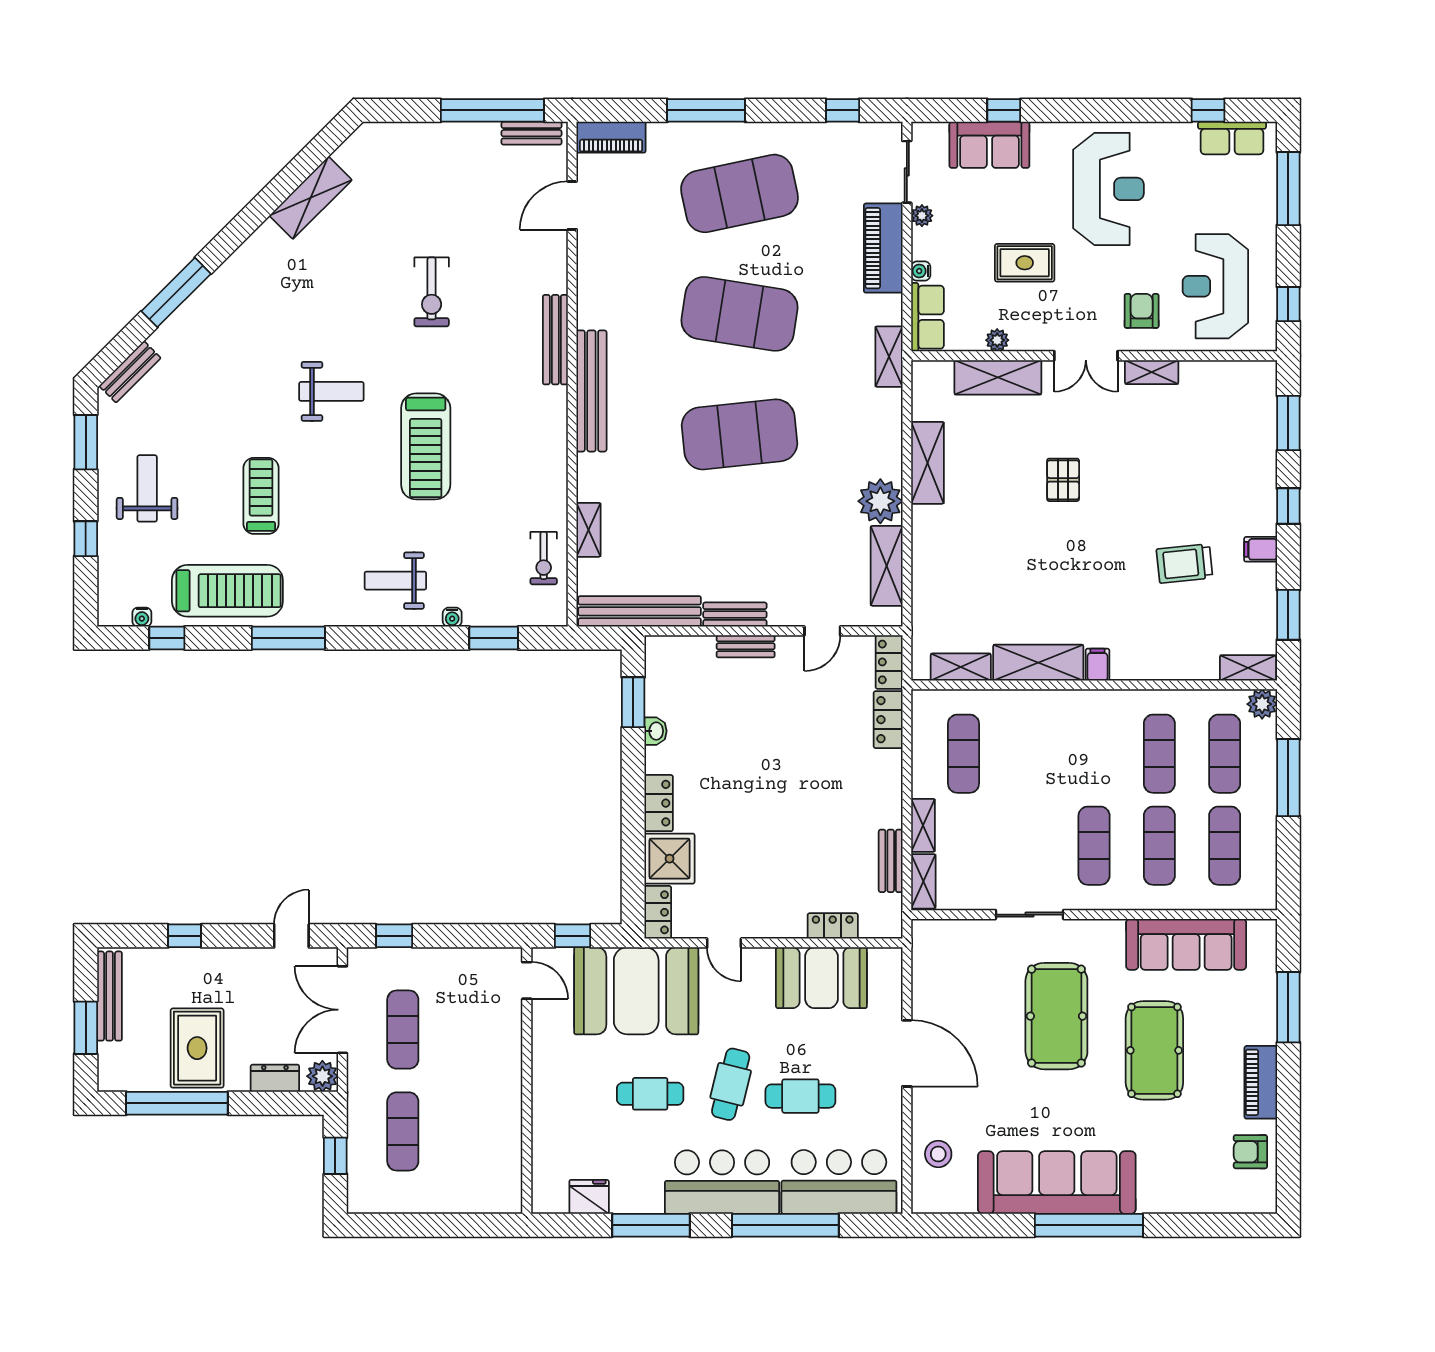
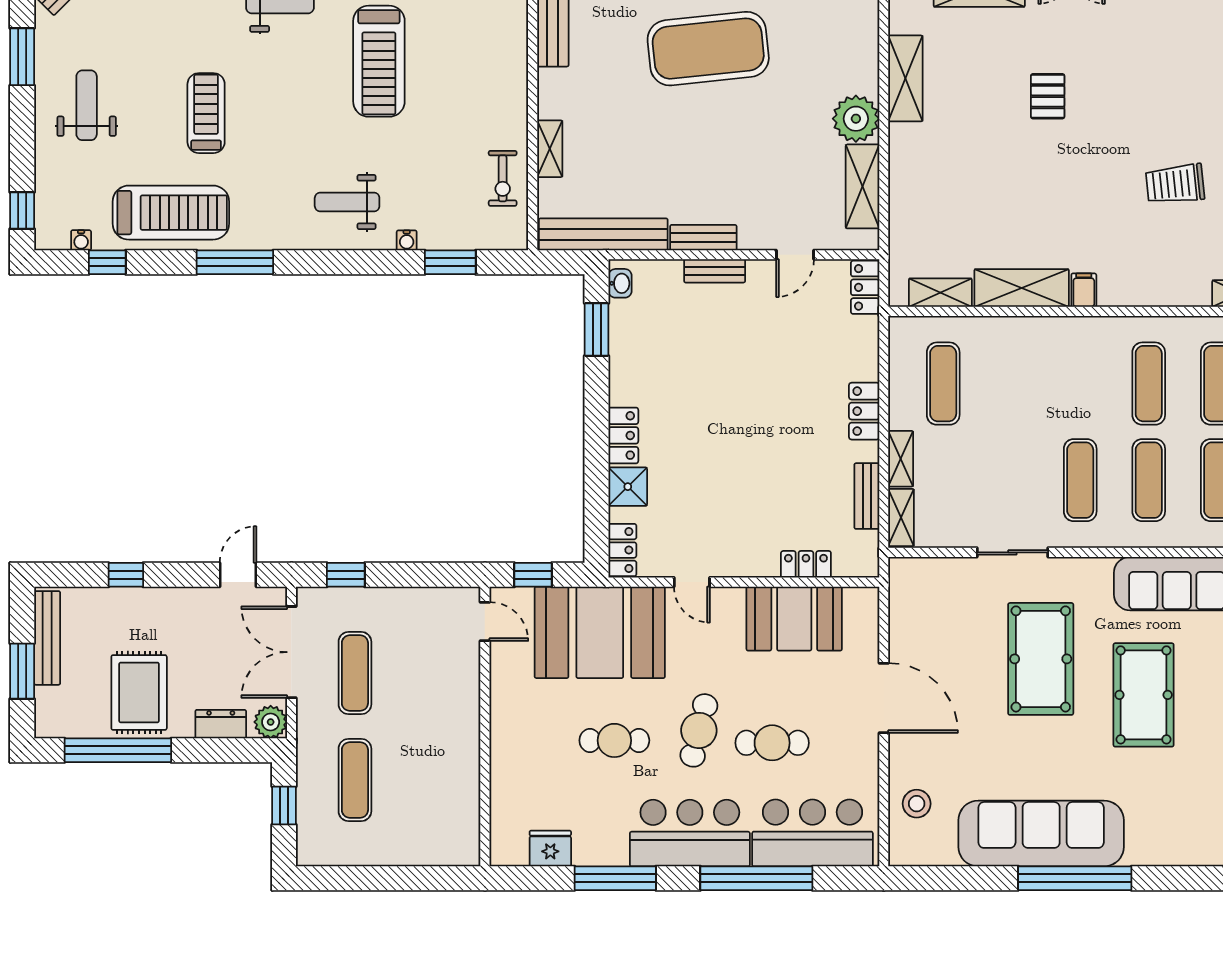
window: (86, 539) -> (22, 210), moved
locker: (888, 720) -> (864, 411), moved
washbasin: (656, 731) -> (620, 283), moved
shower: (670, 859) -> (628, 487), width x0.73, depth x0.73

